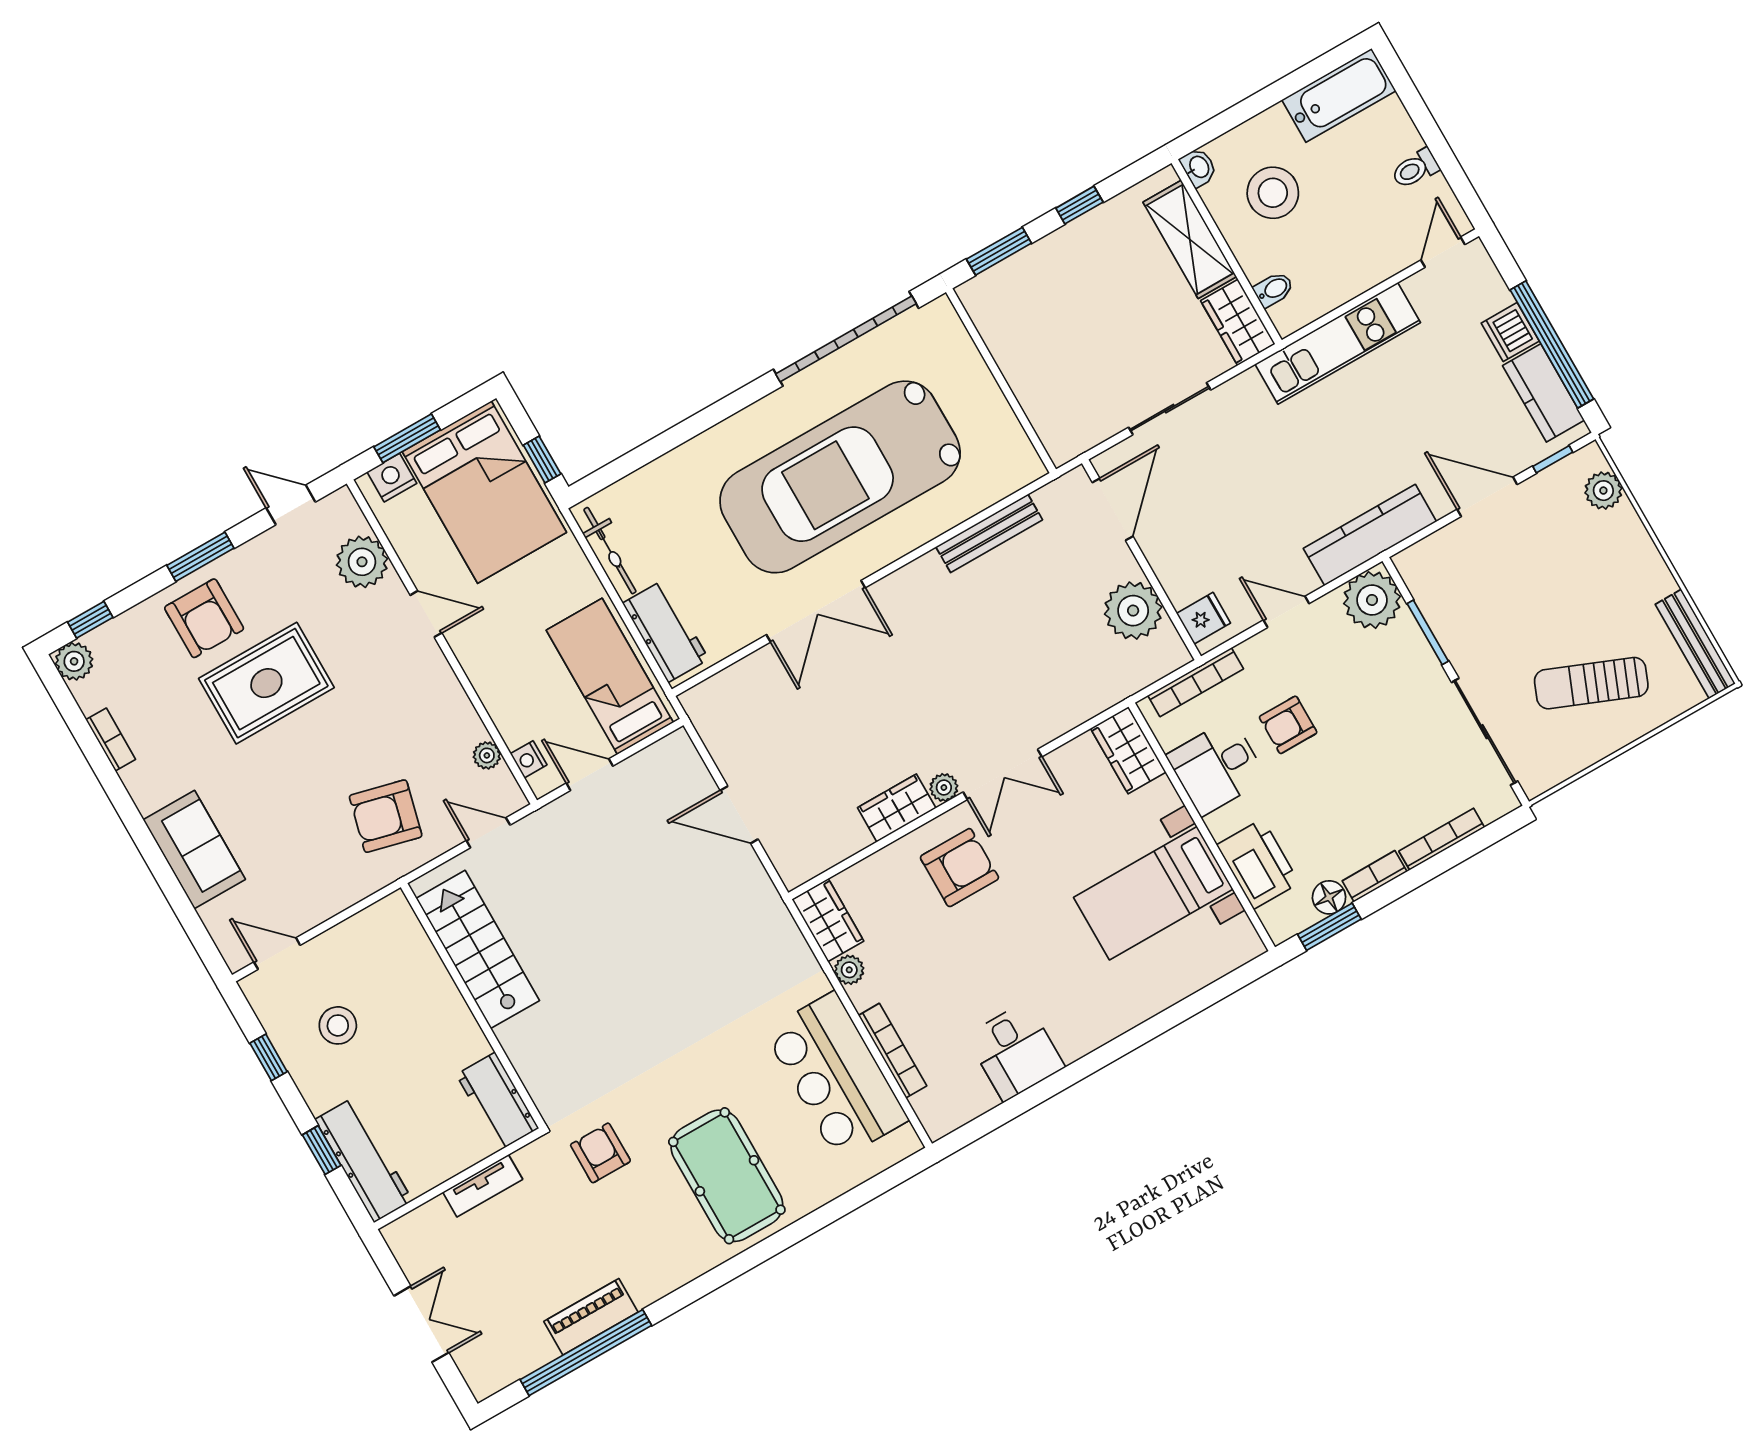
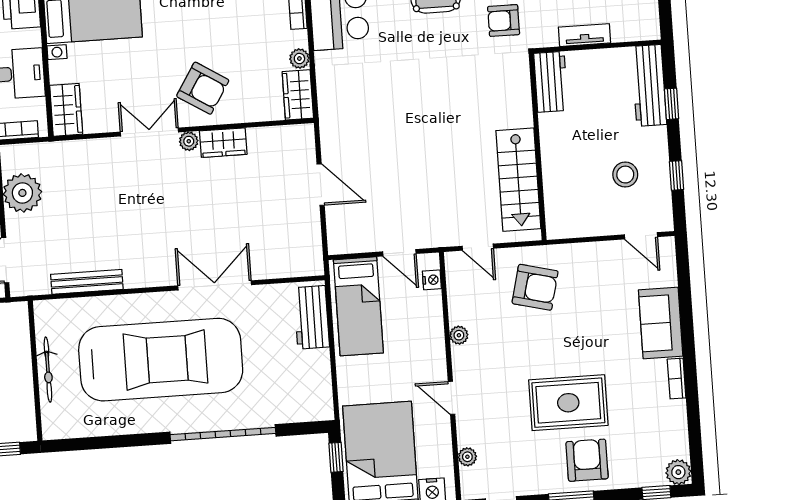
garage door: (846, 339) -> (223, 434), moved
bicycle: (610, 551) -> (48, 370), moved, turned 180
plant: (362, 562) -> (467, 457), width x0.53, depth x0.53
bookcase: (111, 739) -> (677, 378), moved
plant: (487, 755) -> (459, 335), moved
armchair: (959, 868) -> (203, 88), turned -148
armchair: (600, 1153) -> (504, 20), turned 90

